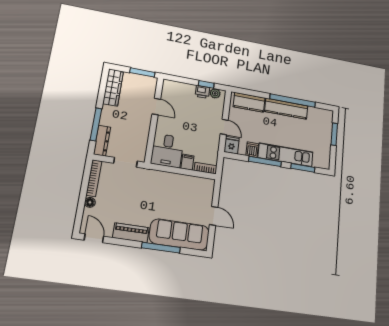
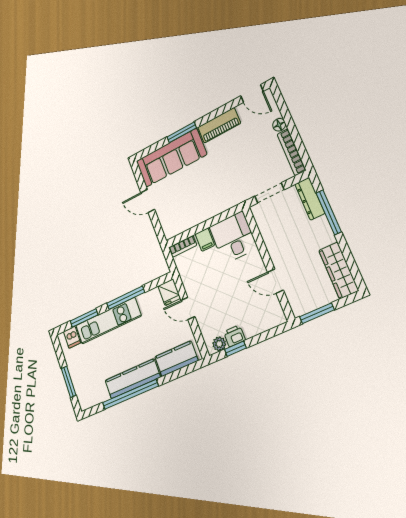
dishwasher: (252, 150) -> (72, 337), moved
window: (161, 248) -> (182, 132), width x0.69

